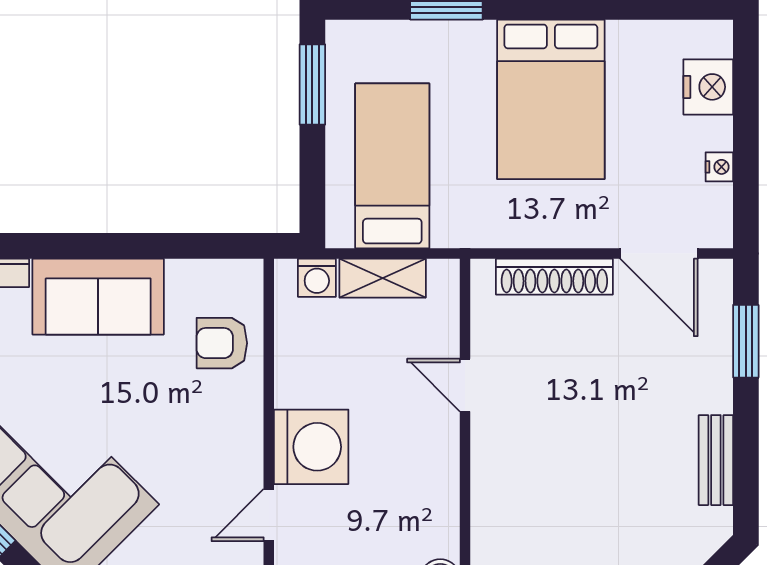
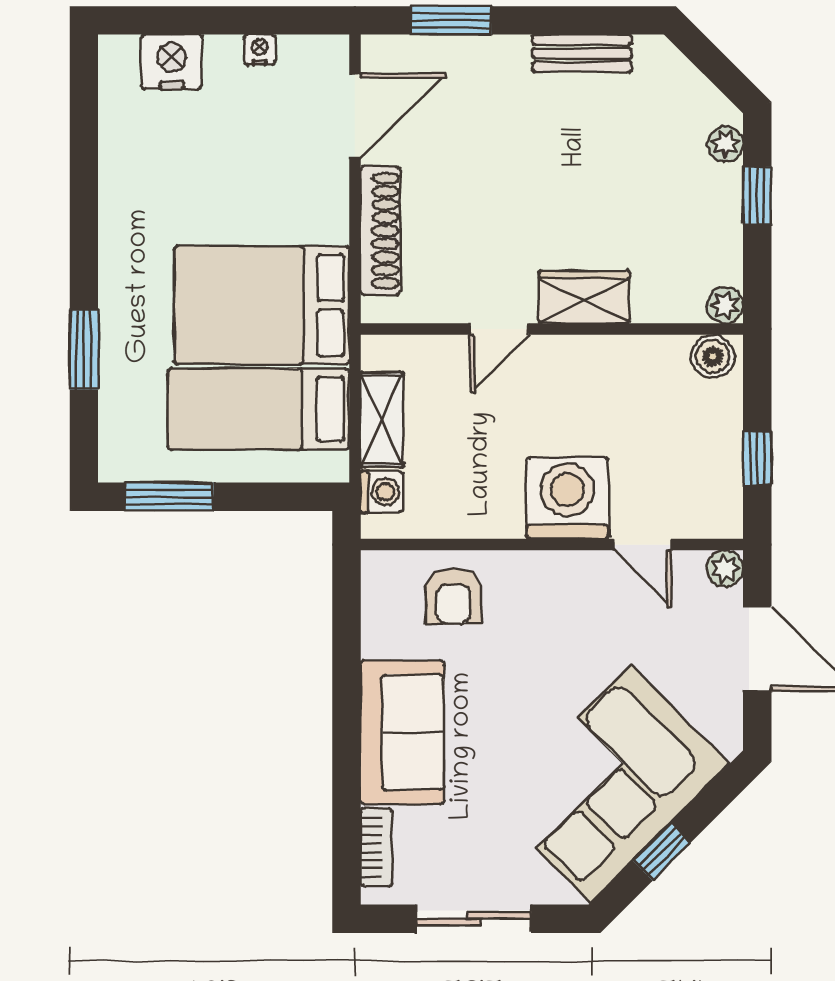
bed: (551, 99) -> (262, 305), moved, turned 180
wardrobe: (494, 462) -> (584, 297), added

